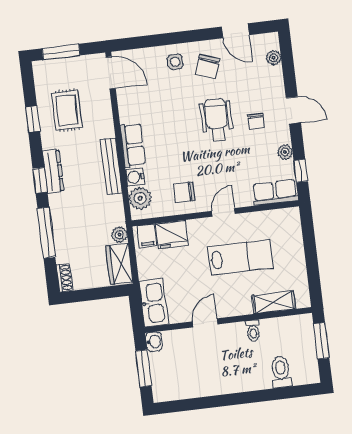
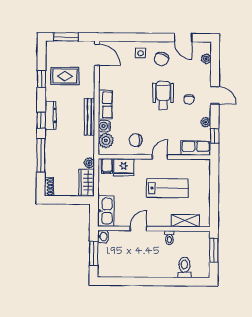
rug: (67, 110) -> (65, 76), turned 90

